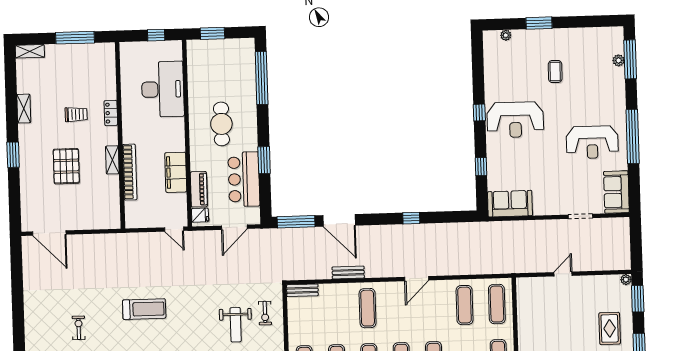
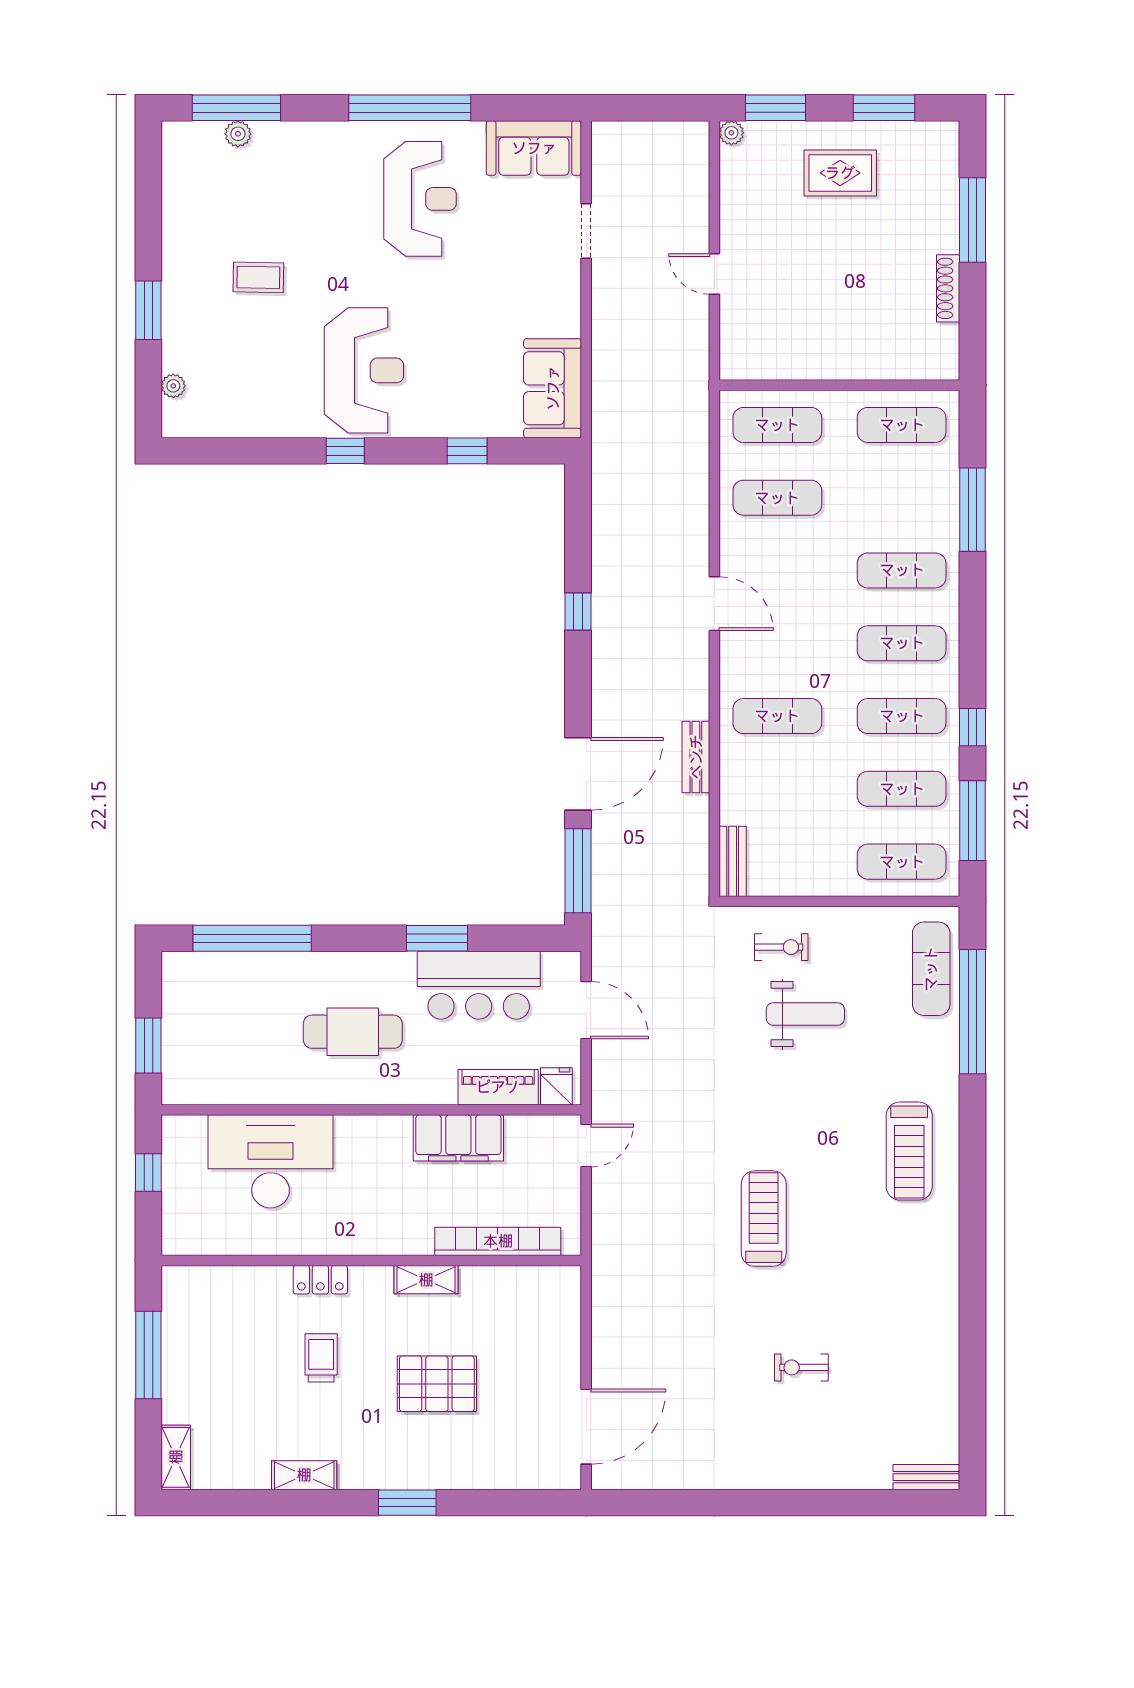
bookcase: (130, 172) -> (498, 1241), moved

